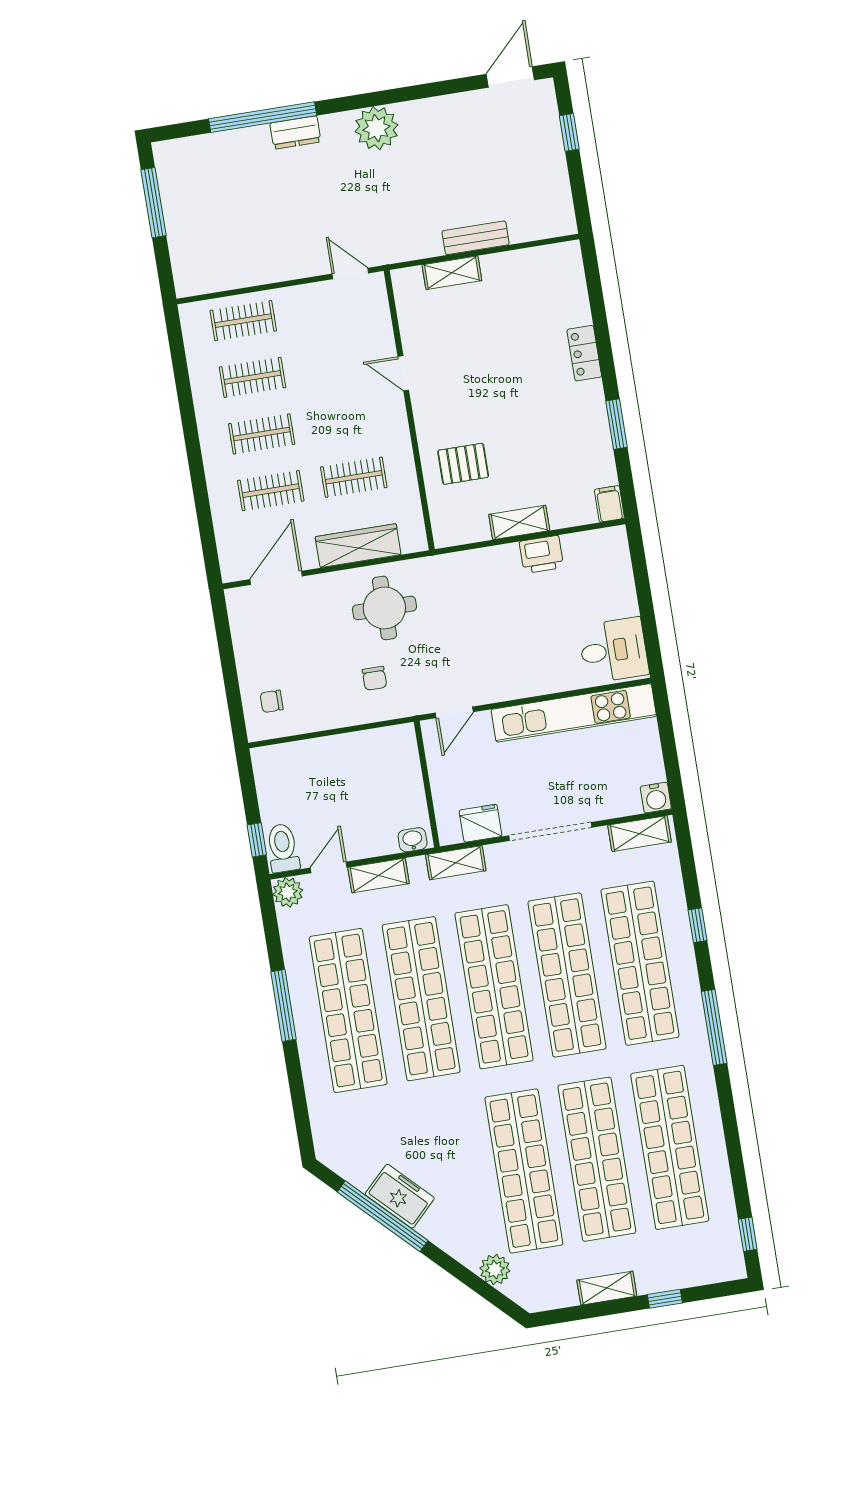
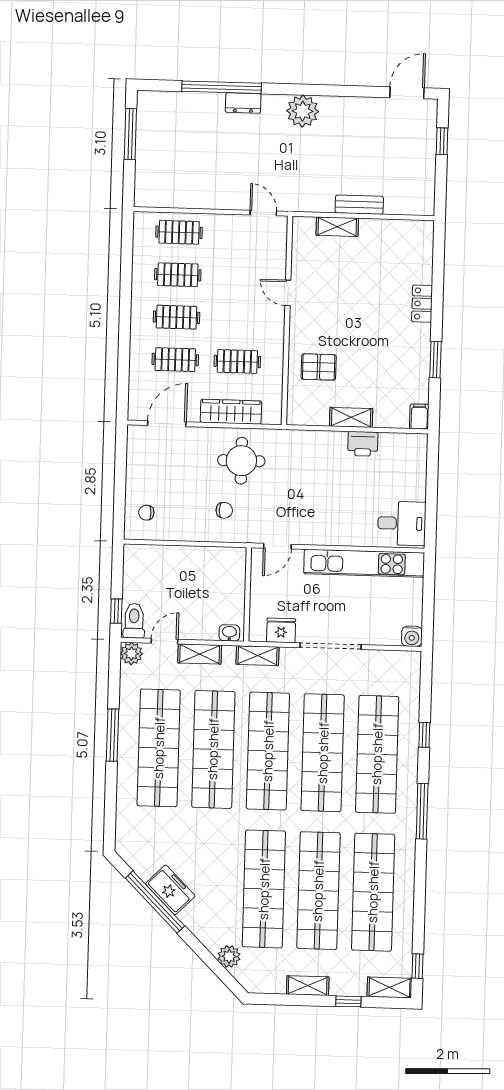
chair: (374, 678) -> (224, 510), turned -90
shelving: (640, 834) -> (389, 987), moved

